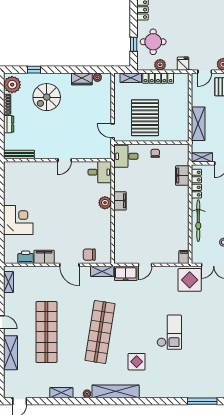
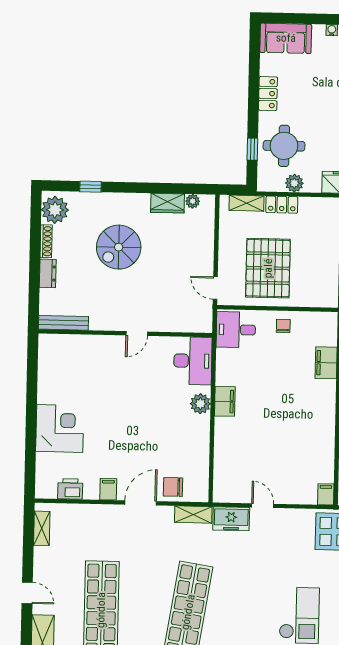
locker: (158, 78) -> (282, 205), width x0.66
spiral stairs: (47, 97) -> (119, 247), moved
desk: (100, 172) -> (193, 361), width x1.37
filing cabinet: (44, 257) -> (108, 489), width x0.50
door: (69, 265) -> (141, 503), swing flipped
door: (145, 265) -> (263, 506), swing flipped

